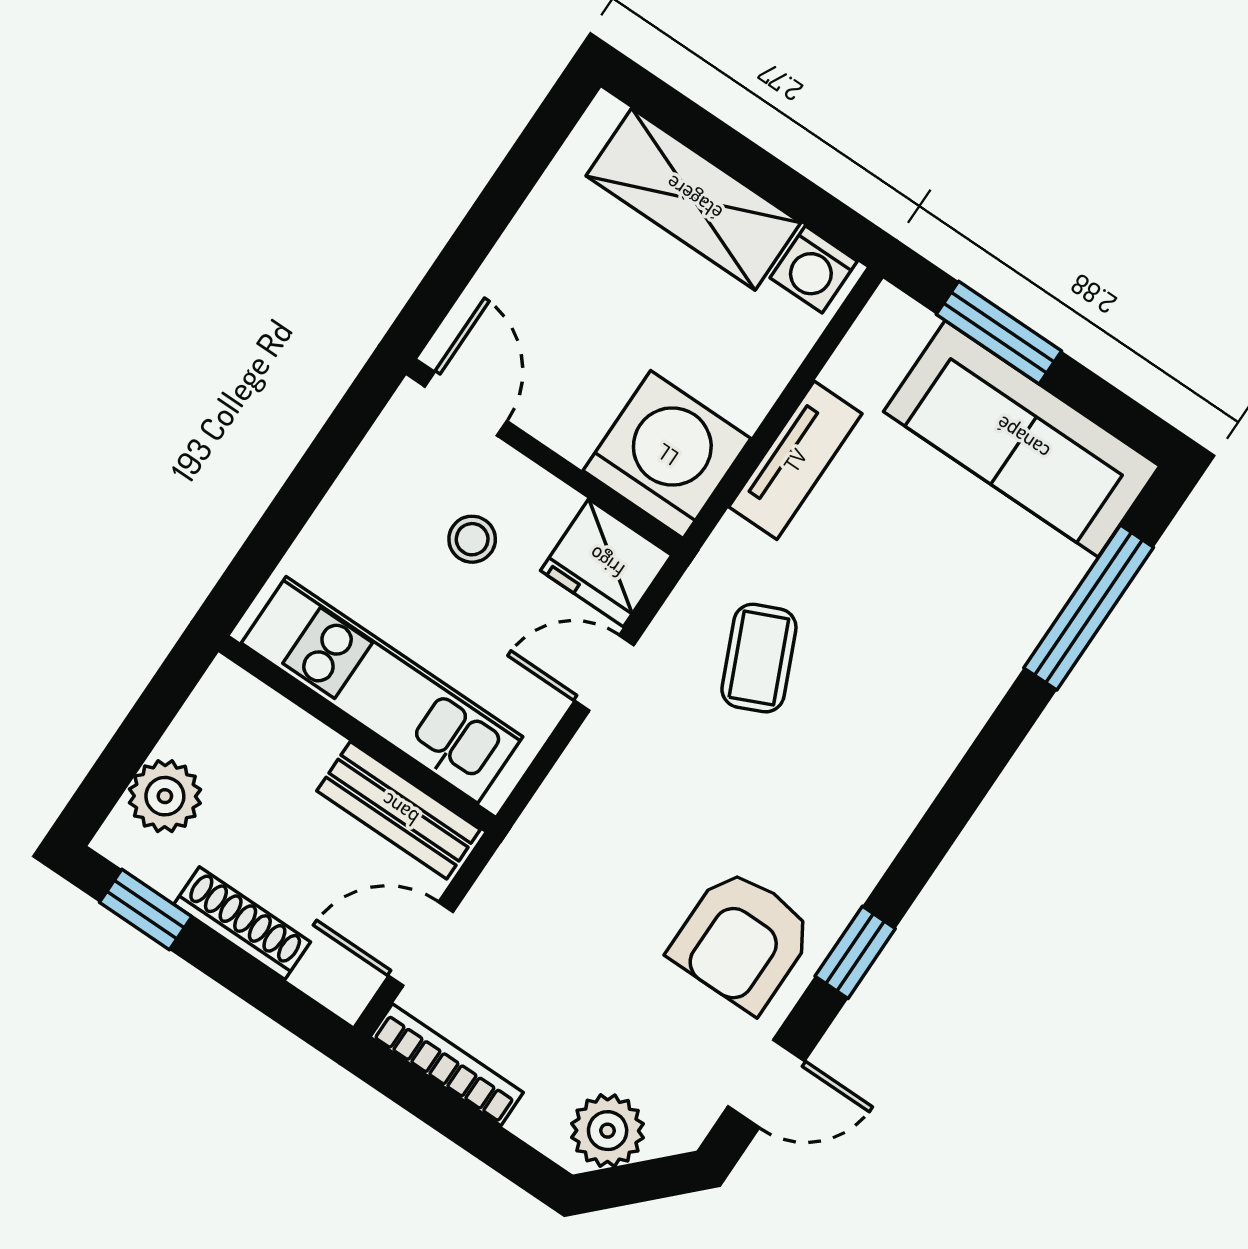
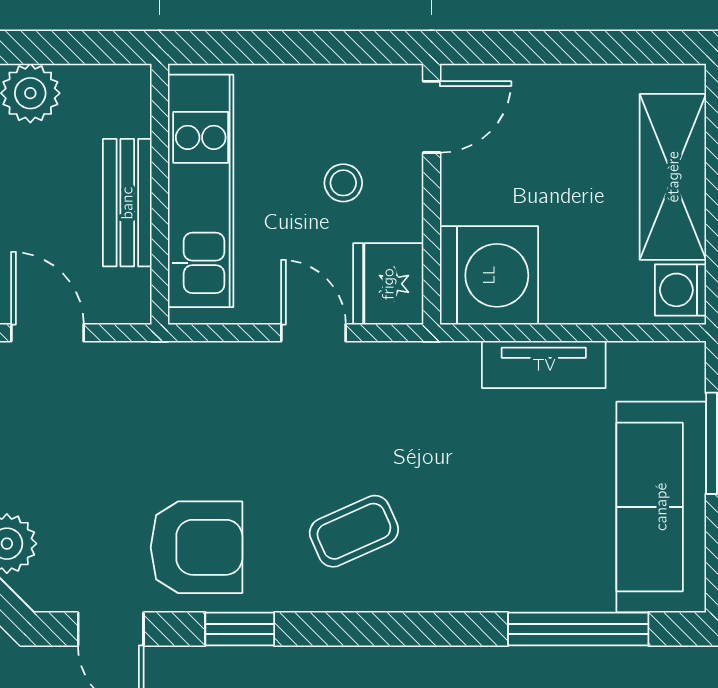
coffee table: (759, 658) -> (354, 531), moved
bench: (399, 810) -> (127, 203), moved
armchair: (742, 940) -> (196, 547), turned 180

